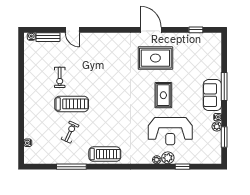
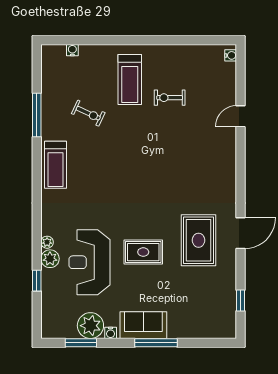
bench: (48, 37) -> (230, 80), removed
treadmill: (72, 104) -> (130, 79), moved
plant: (217, 127) -> (90, 326), width x1.87, depth x1.87

